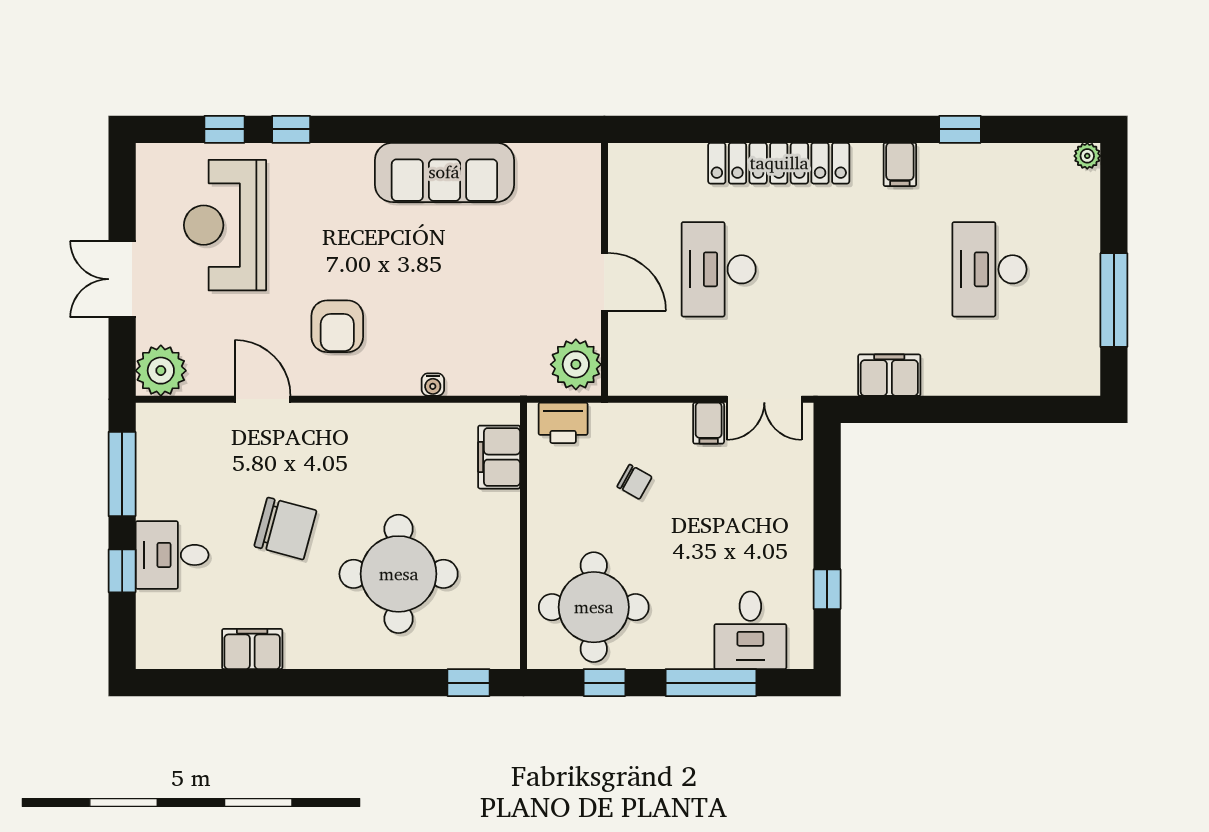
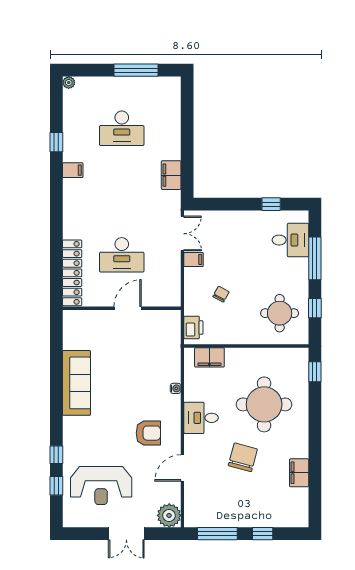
locker: (779, 163) -> (72, 273), moved
plant: (576, 364) -> (166, 322), removed
desk: (172, 555) -> (201, 418), moved, turned 90
round table: (594, 607) -> (280, 313), width x0.73, depth x0.73

